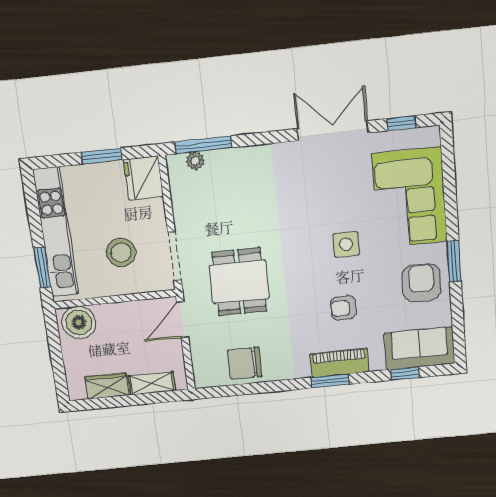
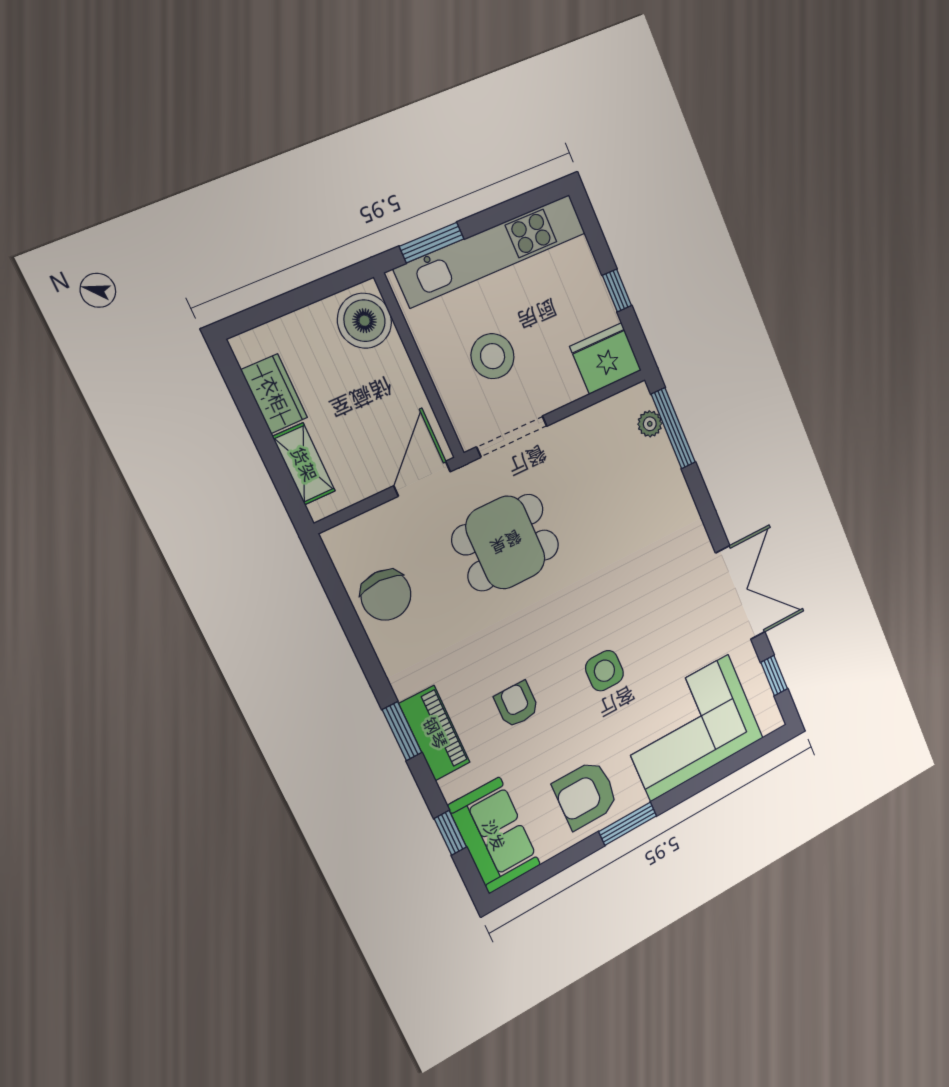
window: (102, 156) -> (617, 291), width x0.67
armchair: (421, 283) -> (586, 795), turned 180
door: (183, 320) -> (422, 479), hinge flipped
chair: (245, 363) -> (386, 595), turned 180

